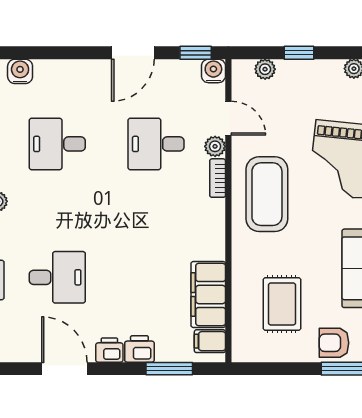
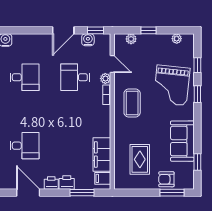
water cooler: (213, 71) -> (88, 40), moved
desk: (57, 144) -> (25, 77), turned 180
coffee table: (267, 194) -> (132, 103), width x0.73, depth x0.76

